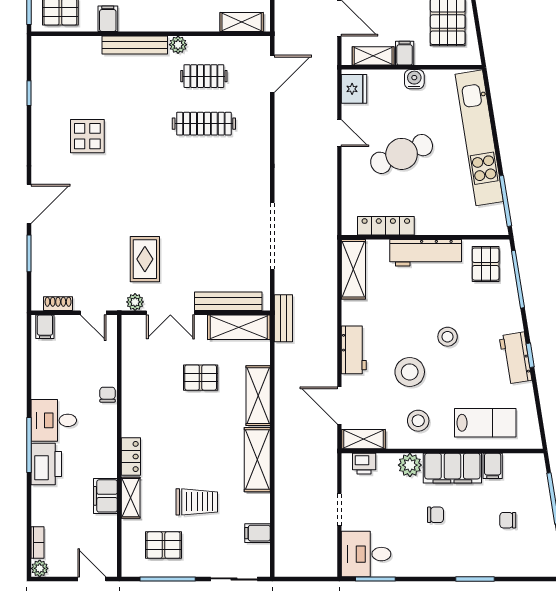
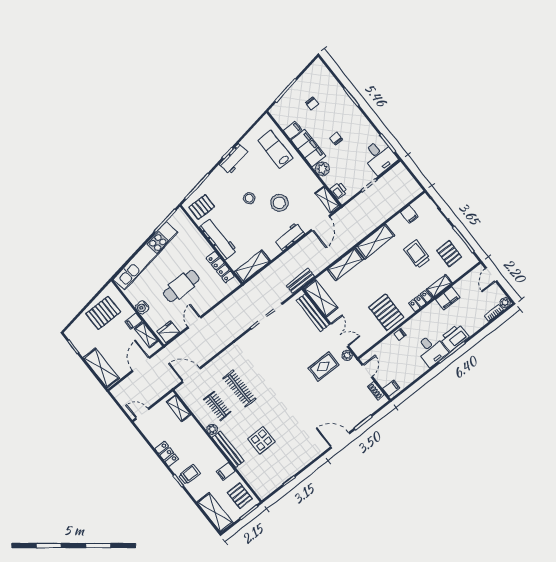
display table: (87, 136) -> (262, 440), moved
cafe table: (402, 154) -> (181, 286), turned -67
pallet: (201, 378) -> (386, 312), moved, width x1.50, depth x1.42
stool: (418, 421) -> (299, 181), removed

